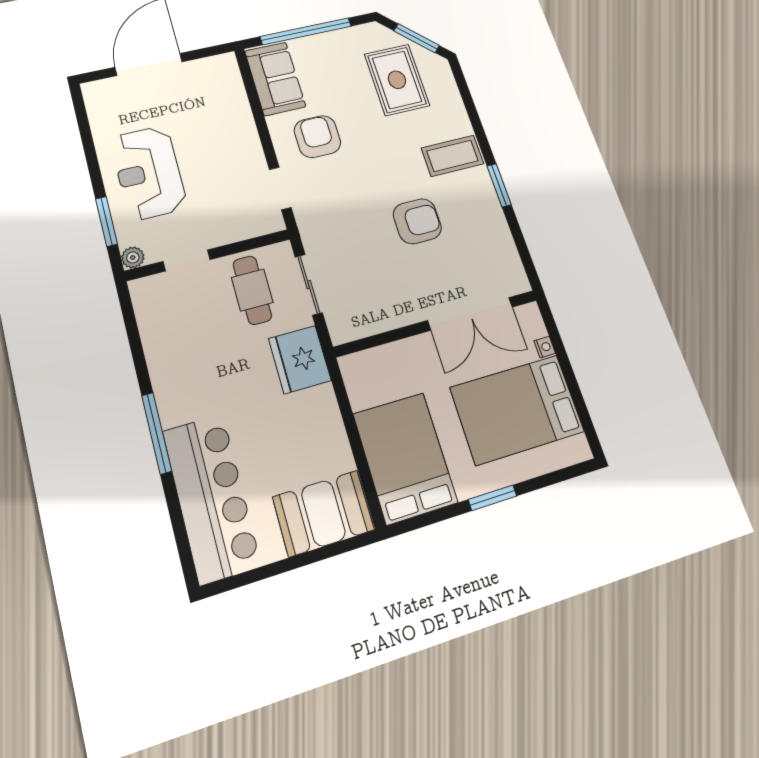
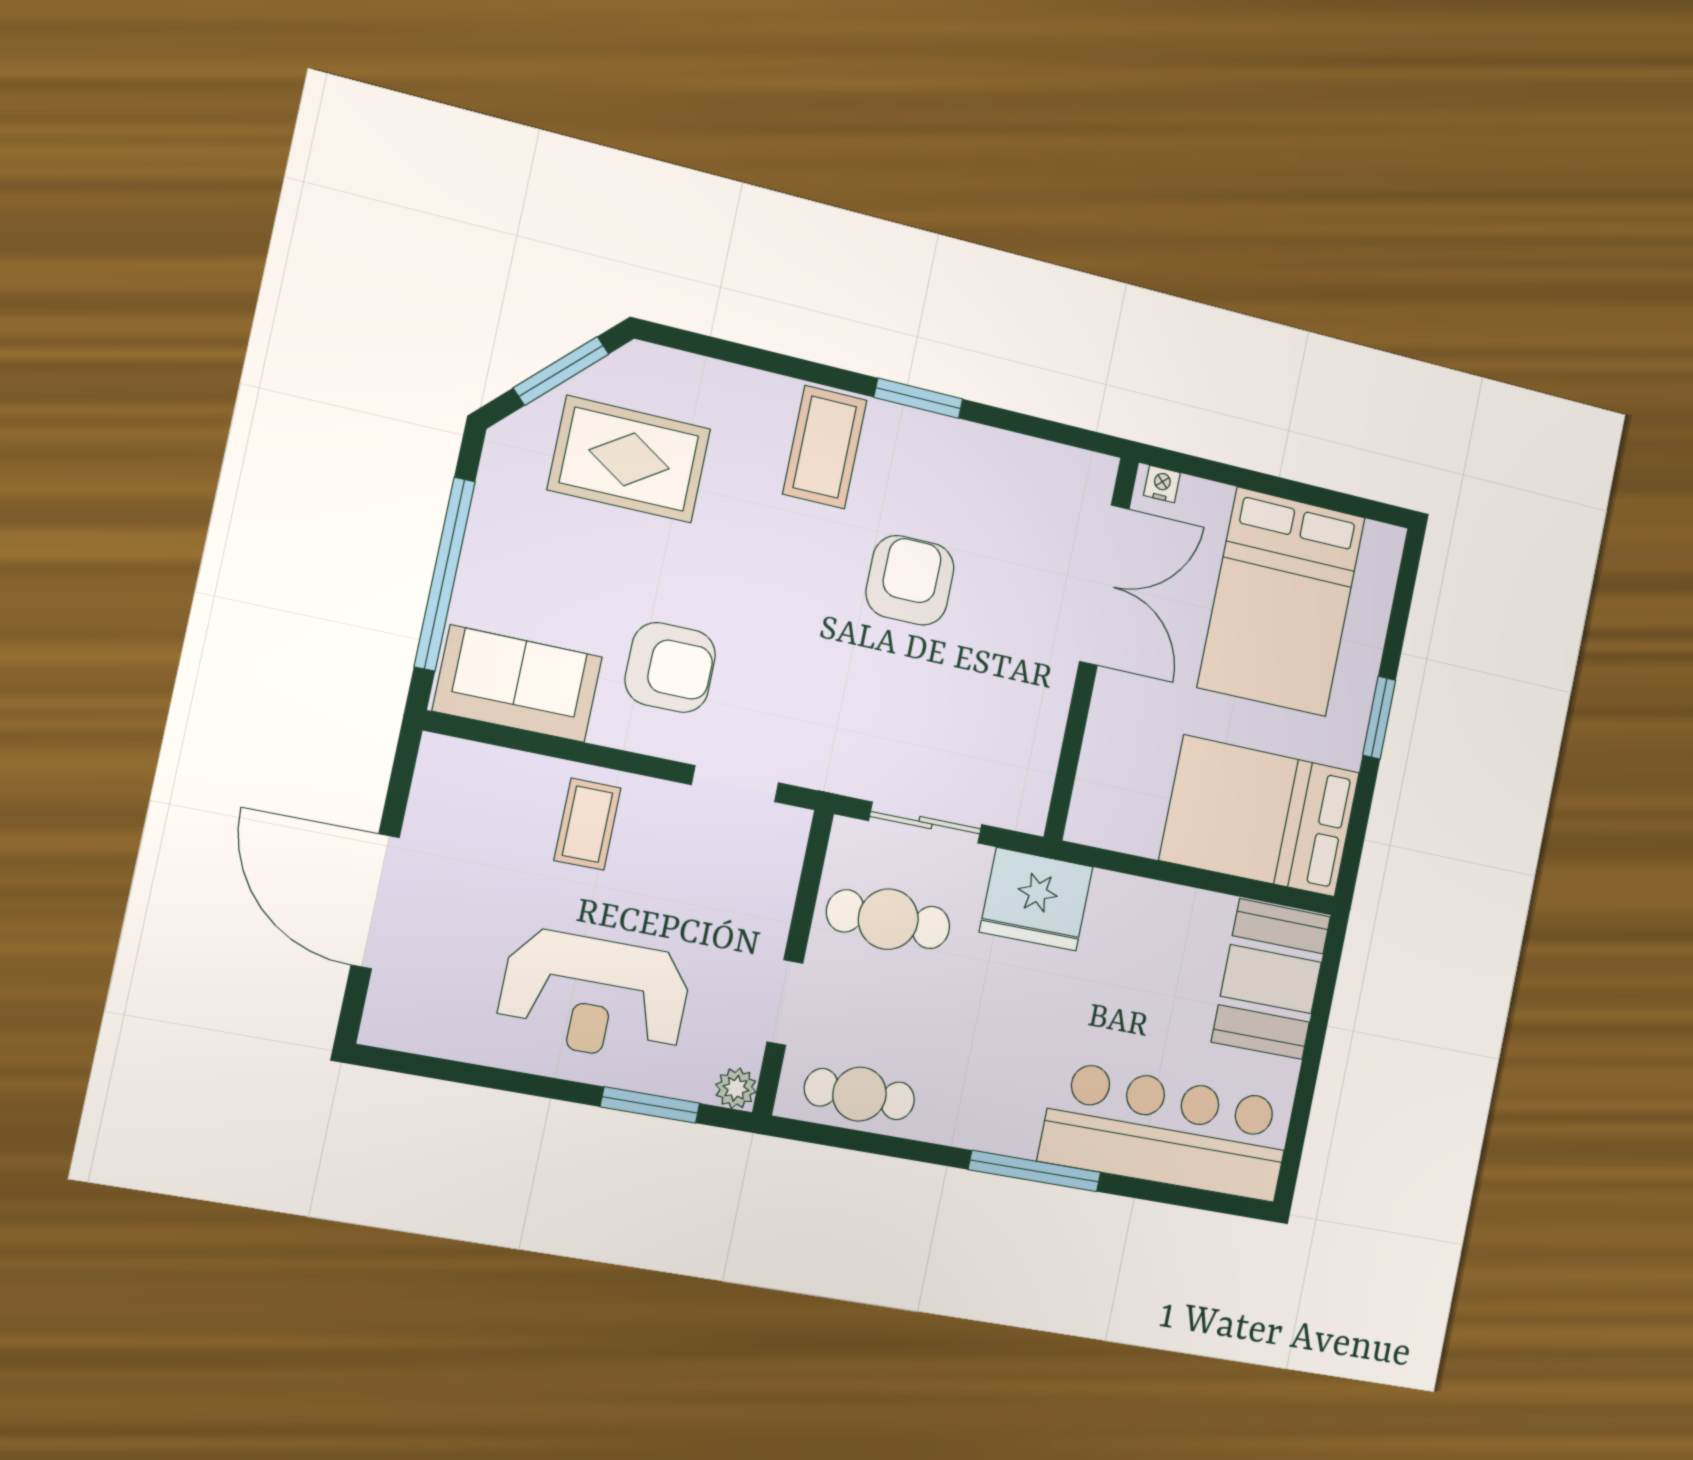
coffee table: (228, 134) -> (587, 824), added
armchair: (317, 137) -> (670, 667), turned 180
cafe table: (157, 319) -> (859, 1094), added
nightstand: (545, 347) -> (1162, 484), moved

